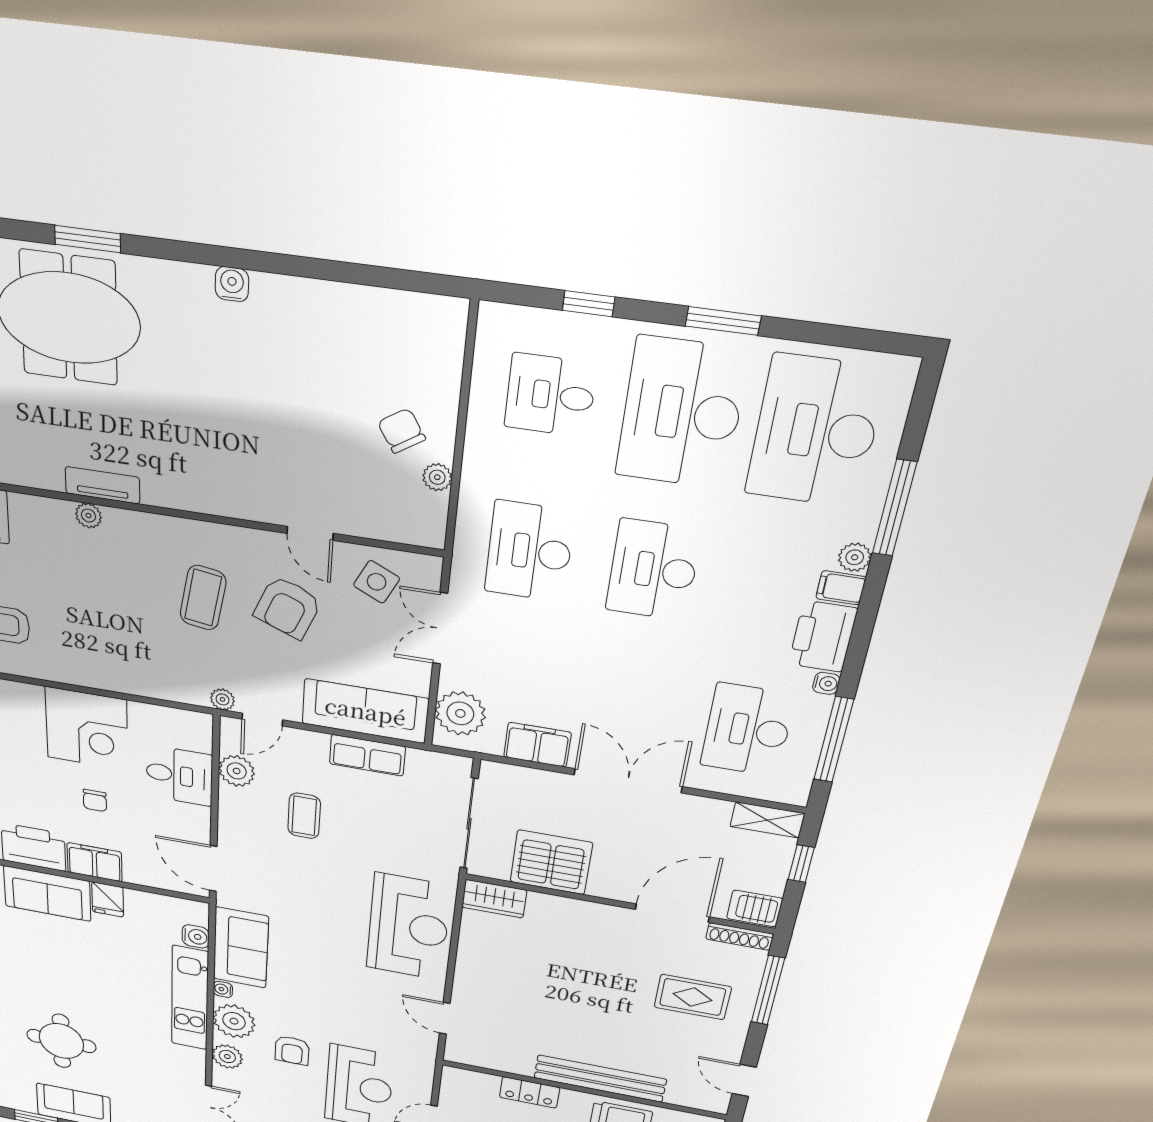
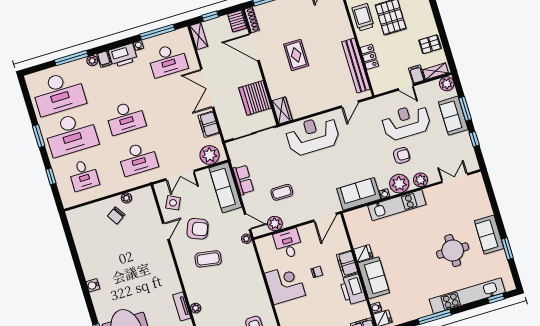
water cooler: (196, 936) -> (363, 213), removed
rug: (693, 997) -> (296, 55), moved
bench: (600, 1079) -> (356, 65), moved

